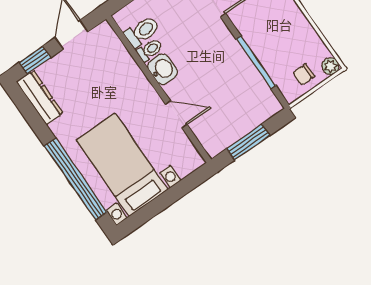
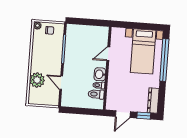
door: (176, 114) -> (108, 54), hinge flipped
window: (248, 142) -> (90, 22), removed

